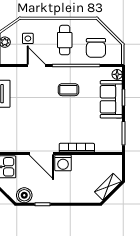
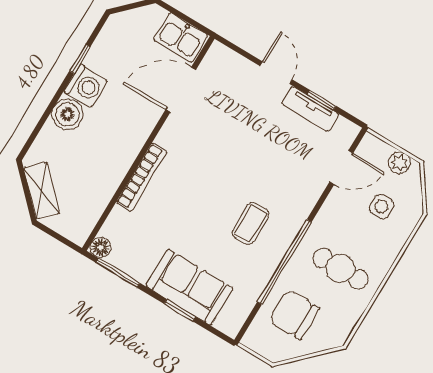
door: (36, 66) -> (341, 167), moved
floor lamp: (117, 74) -> (100, 247), moved
door: (41, 154) -> (181, 90), moved
washing machine: (63, 163) -> (86, 86), moved, turned 180
boiler: (24, 195) -> (67, 114), moved

